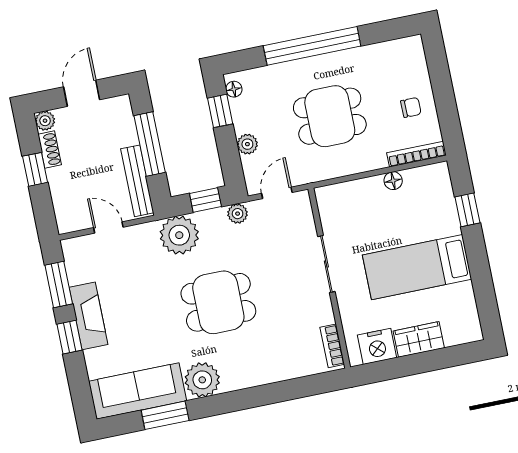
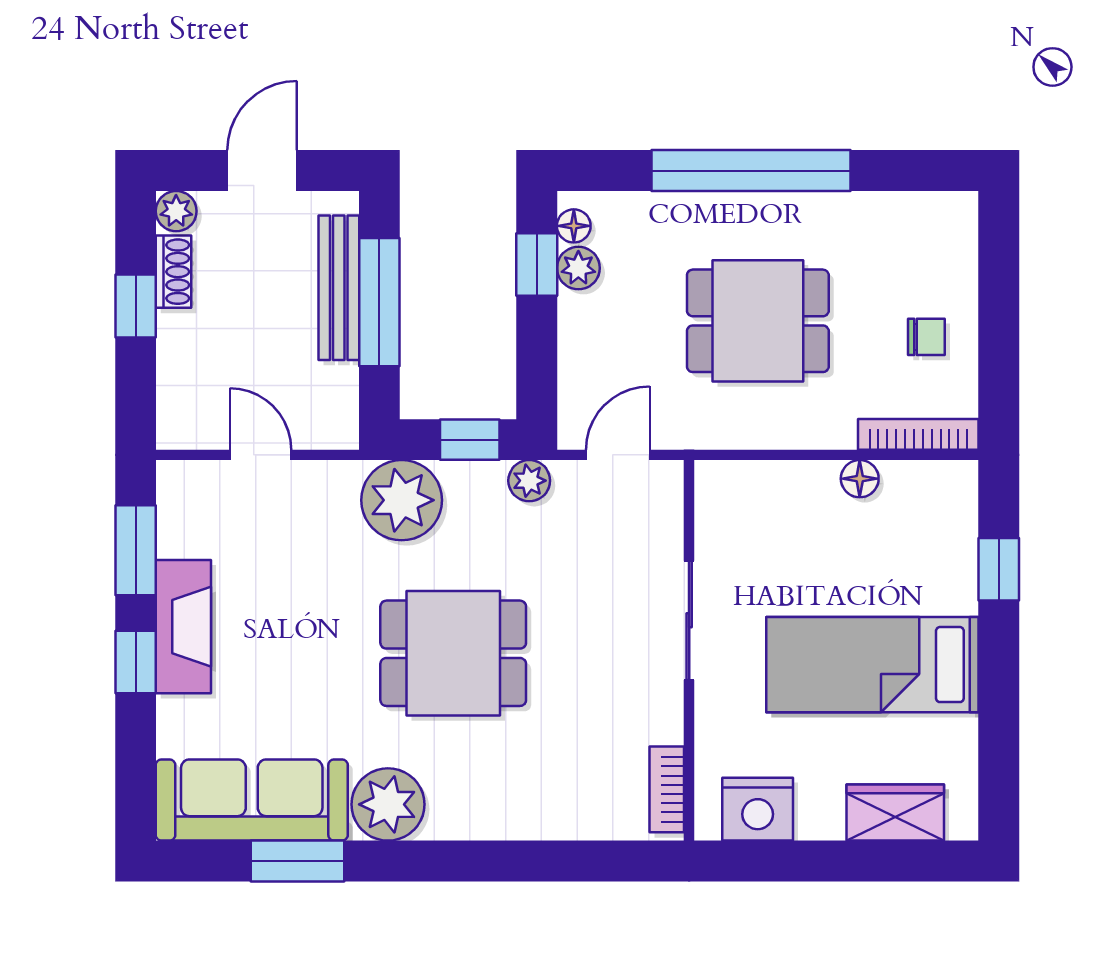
plant: (247, 144) -> (578, 268), moved
bench: (137, 181) -> (339, 288), moved
wardrobe: (419, 339) -> (895, 813), moved

